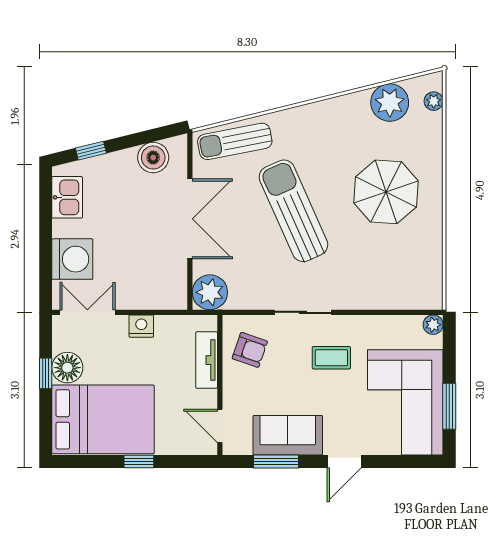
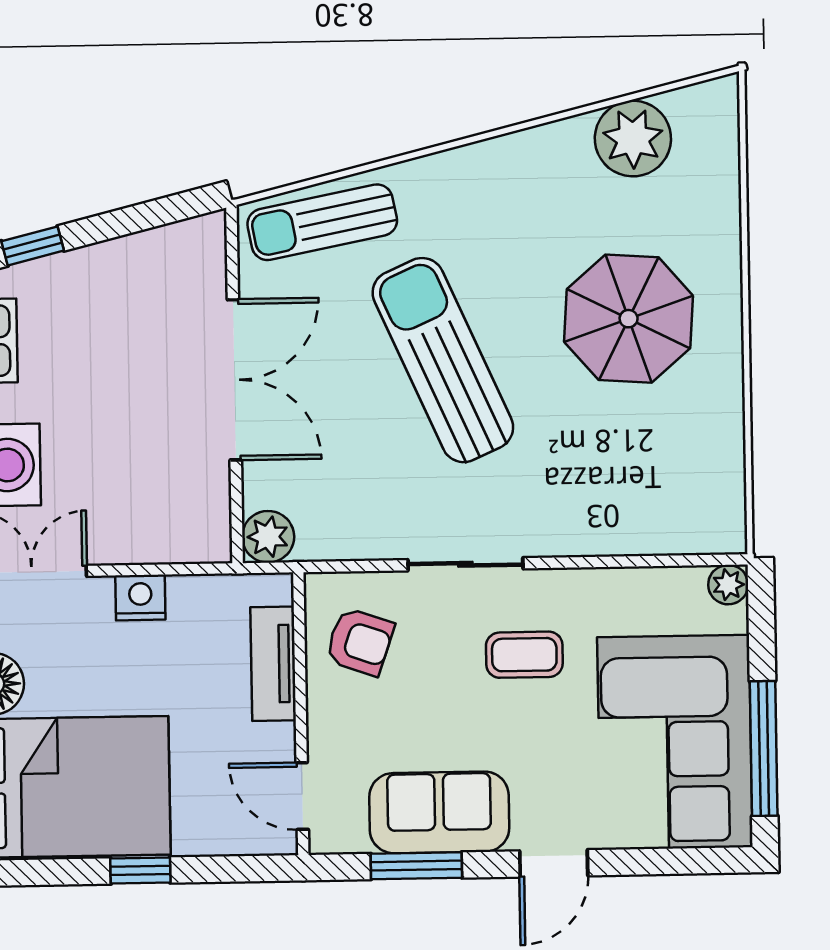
plant: (434, 101) -> (721, 134), removed
boiler: (153, 158) -> (158, 258), removed
plant: (210, 292) -> (268, 537), width x0.73, depth x0.73
window: (449, 406) -> (764, 748), width x1.44

